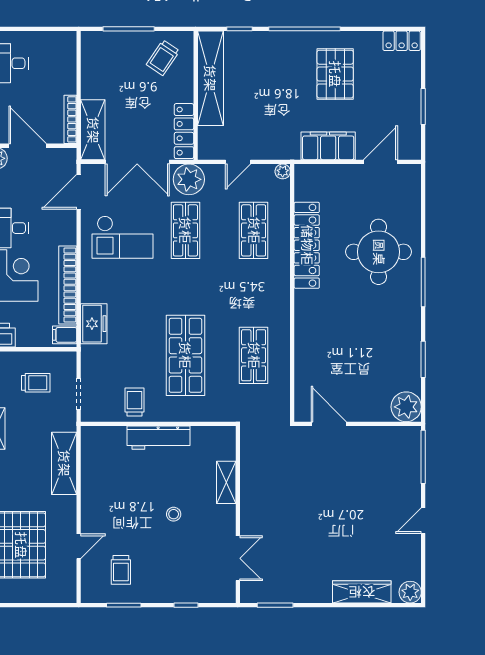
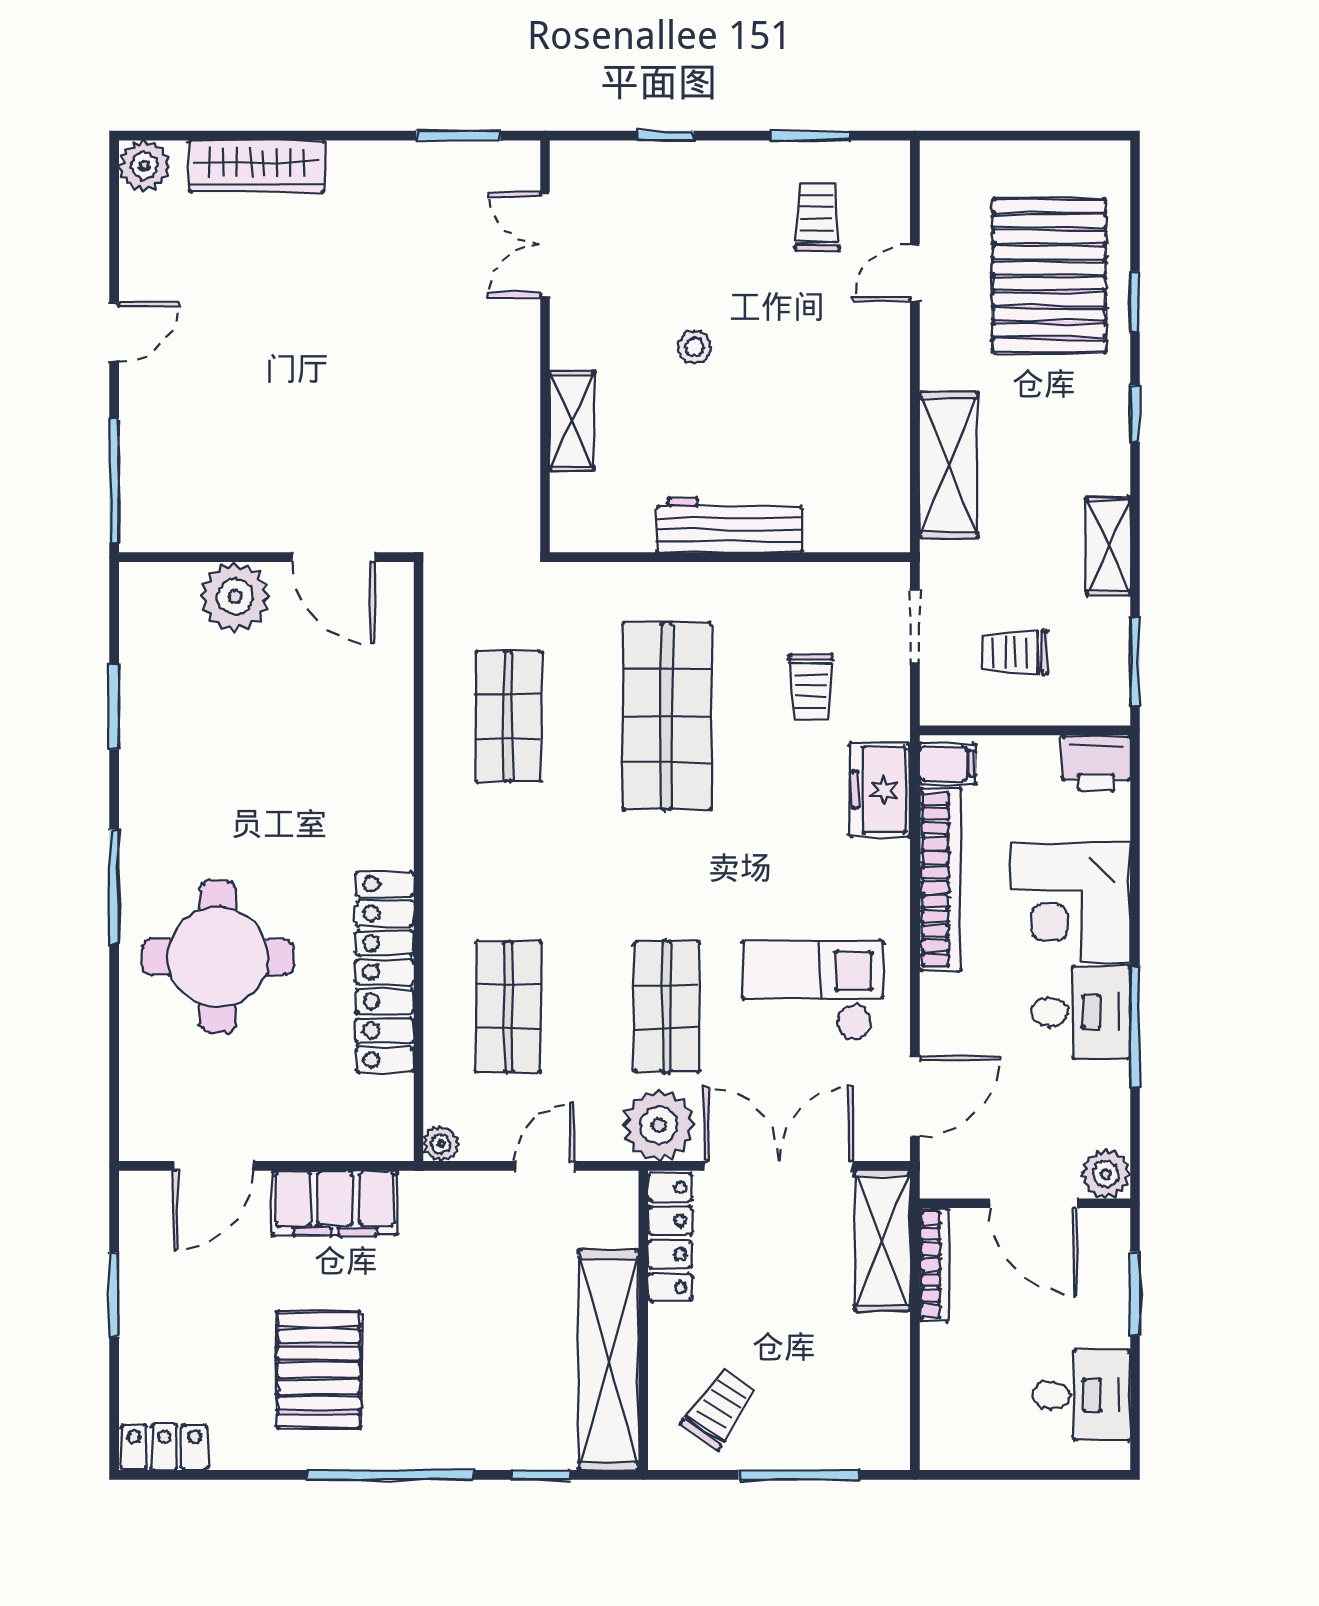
trolley: (134, 402) -> (811, 687), moved
plant: (406, 407) -> (235, 597), moved

